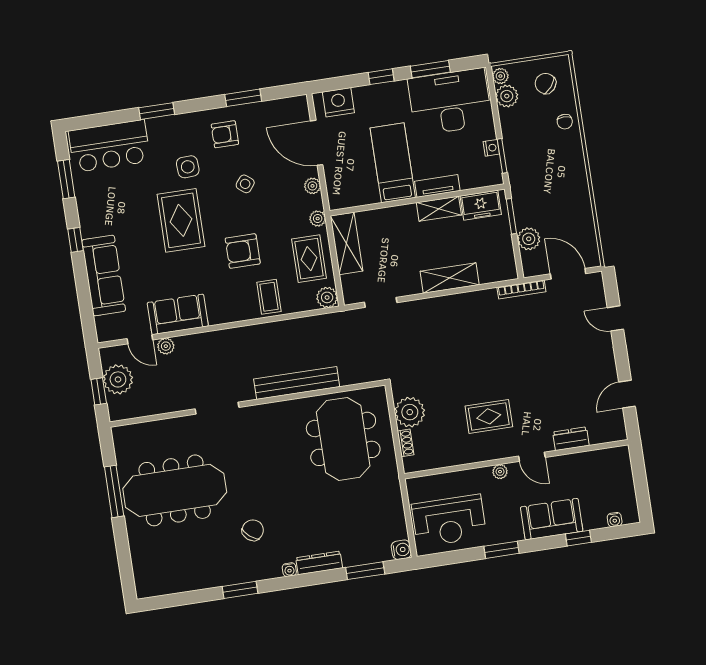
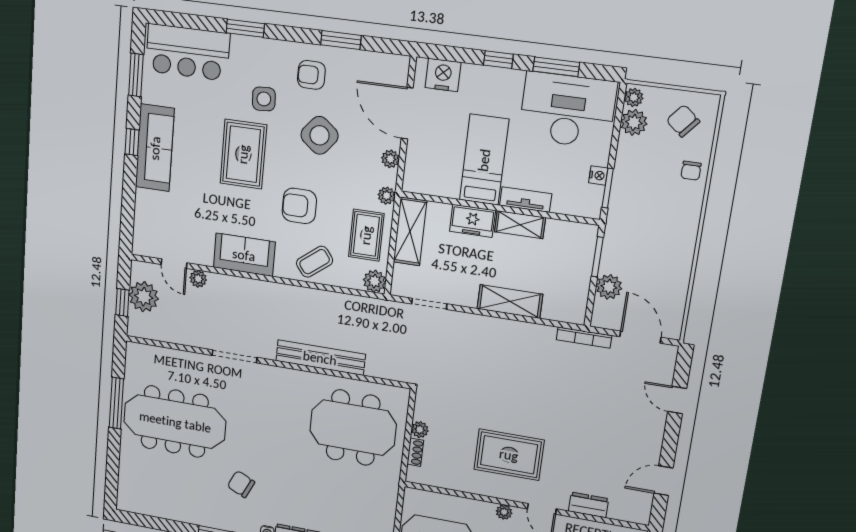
side table: (245, 184) -> (320, 135), width x1.87, depth x1.87
freezer: (481, 205) -> (472, 221), moved
sofa: (104, 275) -> (155, 148), moved
coffee table: (269, 297) -> (315, 262), turned 52
sofa: (178, 314) -> (244, 255), moved
plant: (410, 412) -> (420, 430), width x0.53, depth x0.53
rug: (489, 416) -> (509, 455), width x1.36, depth x1.43
meeting table: (343, 439) -> (353, 428), turned 90
chair: (253, 530) -> (241, 484), turned -105

